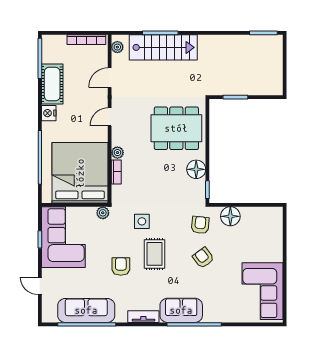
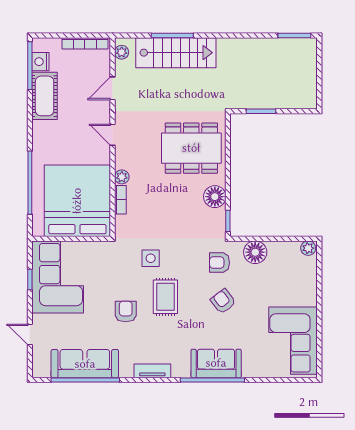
nightstand: (49, 113) -> (40, 62), moved
door: (110, 117) -> (113, 135), hinge flipped
plant: (103, 213) -> (308, 248), moved
armchair: (200, 225) -> (219, 263), turned -96
sofa: (181, 310) -> (216, 363), moved

